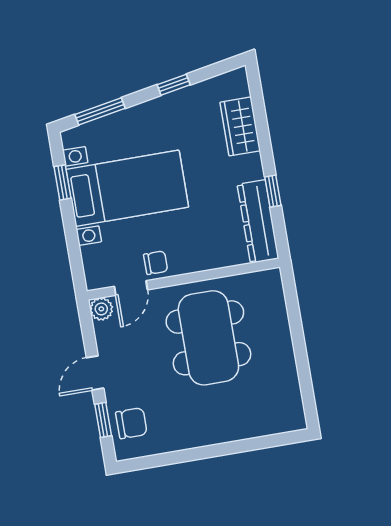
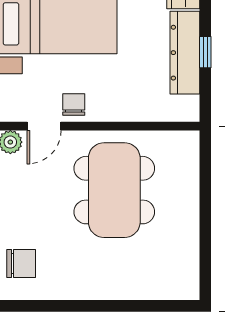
dresser: (258, 221) -> (185, 53), moved
chair: (156, 263) -> (74, 105), turned -90

